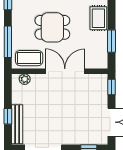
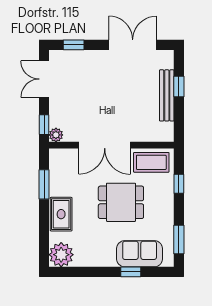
window: (8, 42) -> (179, 184), width x0.46
plant: (25, 79) -> (56, 135), moved
bench: (17, 124) -> (167, 95), moved

